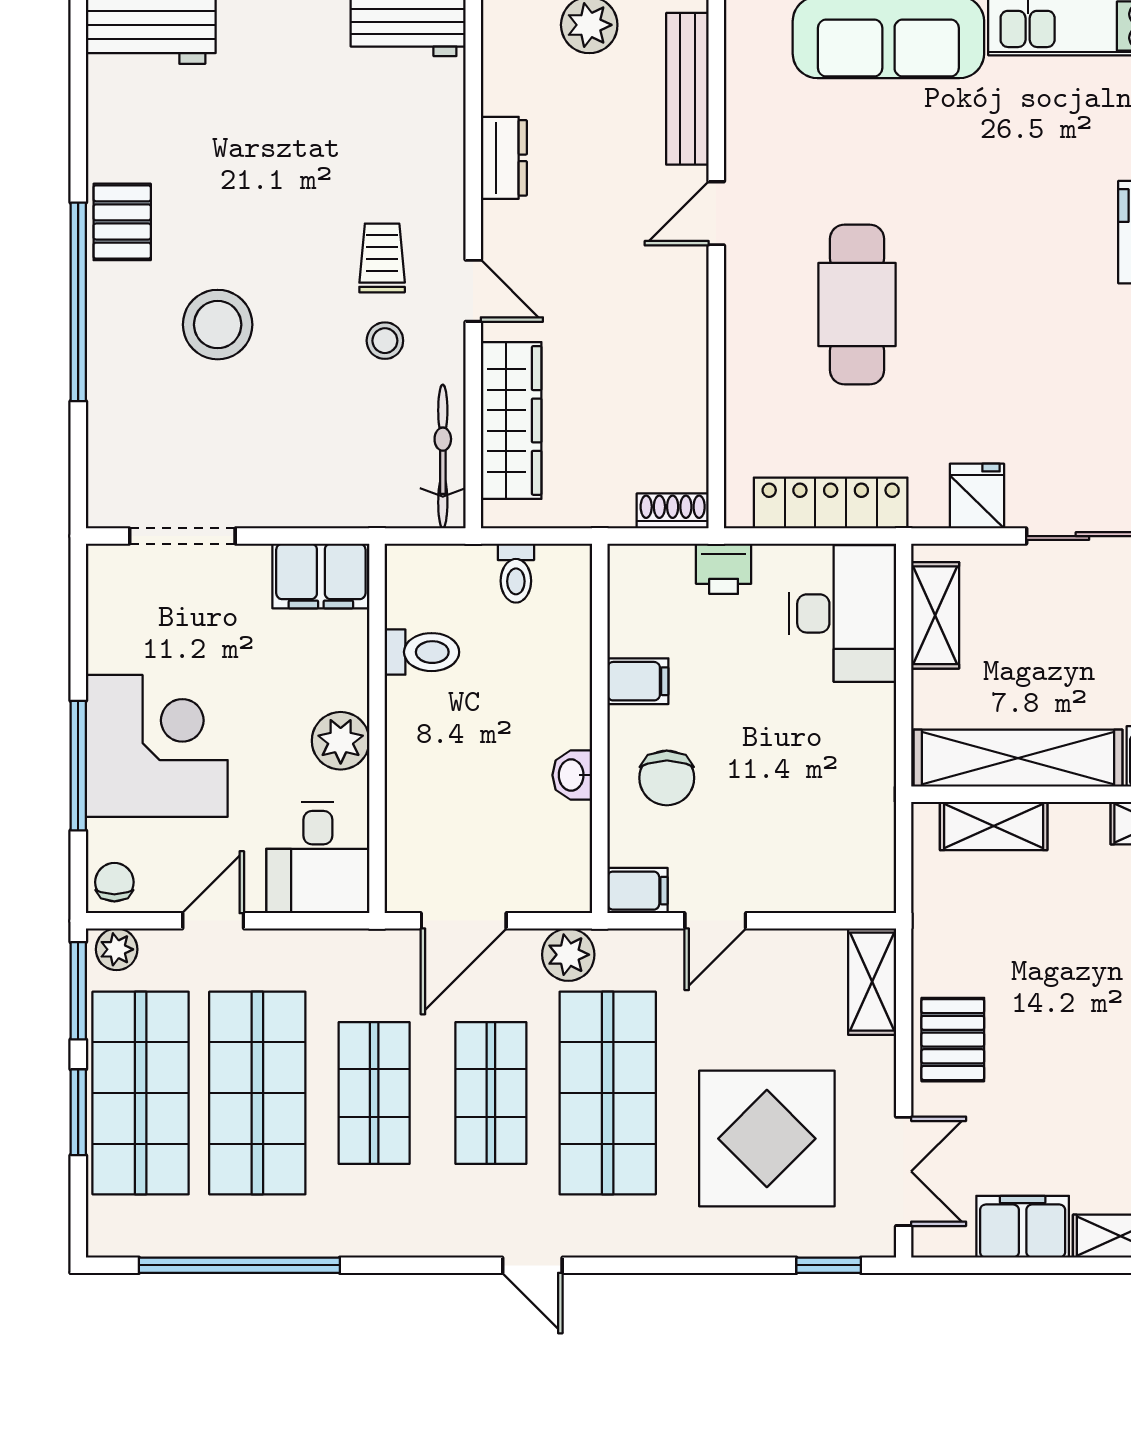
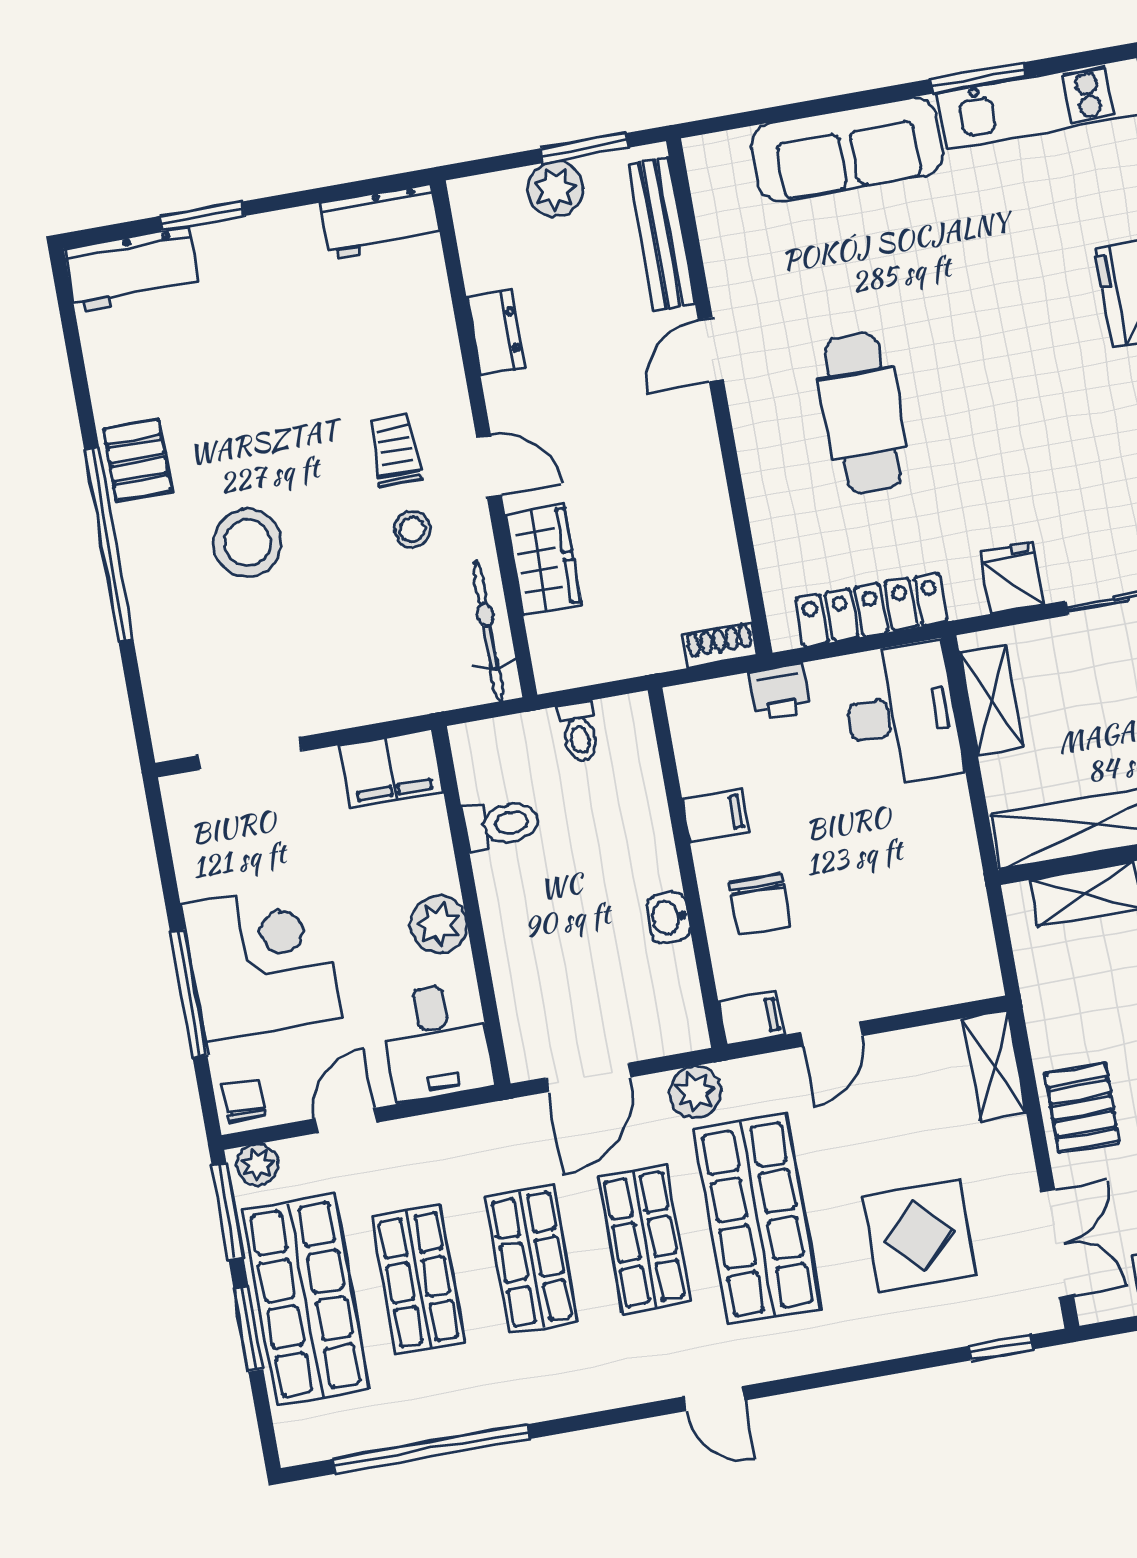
wardrobe: (511, 420) -> (544, 560), width x0.67
shop shelf: (257, 1093) -> (418, 1279), width x0.70, depth x0.74
display table: (767, 1139) -> (919, 1236), width x0.73, depth x0.73

